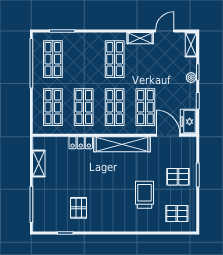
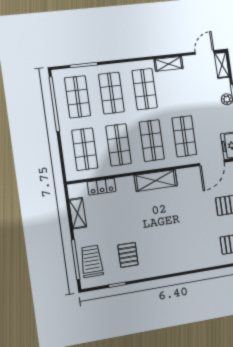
door: (165, 31) -> (205, 52), moved
shop shelf: (84, 59) -> (111, 93), added
door: (168, 135) -> (212, 163), swing flipped
locker: (81, 143) -> (102, 187), moved
shelving: (122, 144) -> (156, 181), width x0.68
trolley: (144, 195) -> (92, 261), moved

